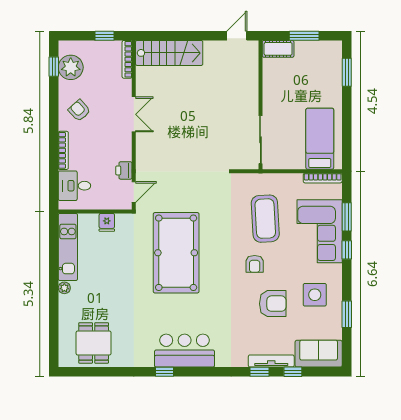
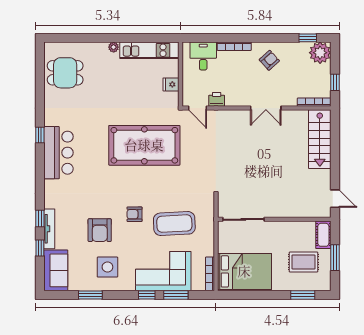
plant: (71, 67) -> (320, 53), moved
rug: (309, 71) -> (304, 262), added
bed: (320, 139) -> (244, 271), width x1.50

